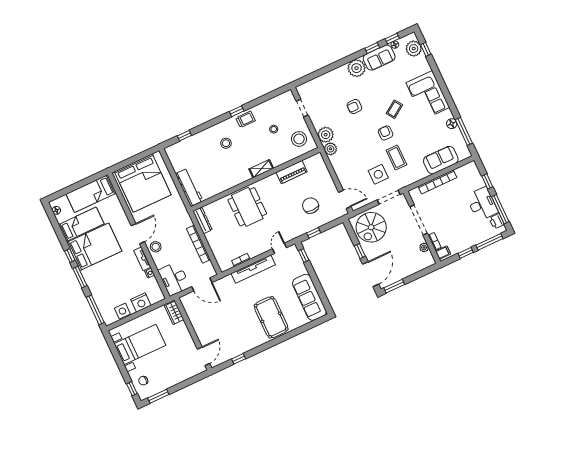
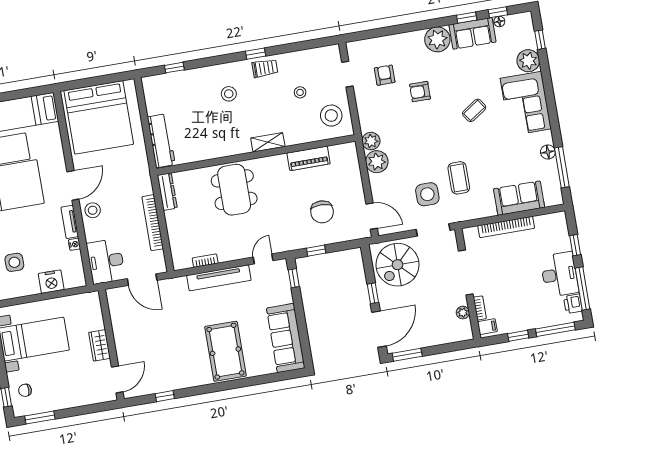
plant: (414, 49) -> (528, 61), moved
armchair: (386, 133) -> (385, 75), moved
plant: (326, 135) -> (377, 162), moved
chair: (311, 206) -> (322, 212), turned 180
side table: (122, 311) -> (14, 262), moved
wardrobe: (174, 313) -> (100, 345), moved

